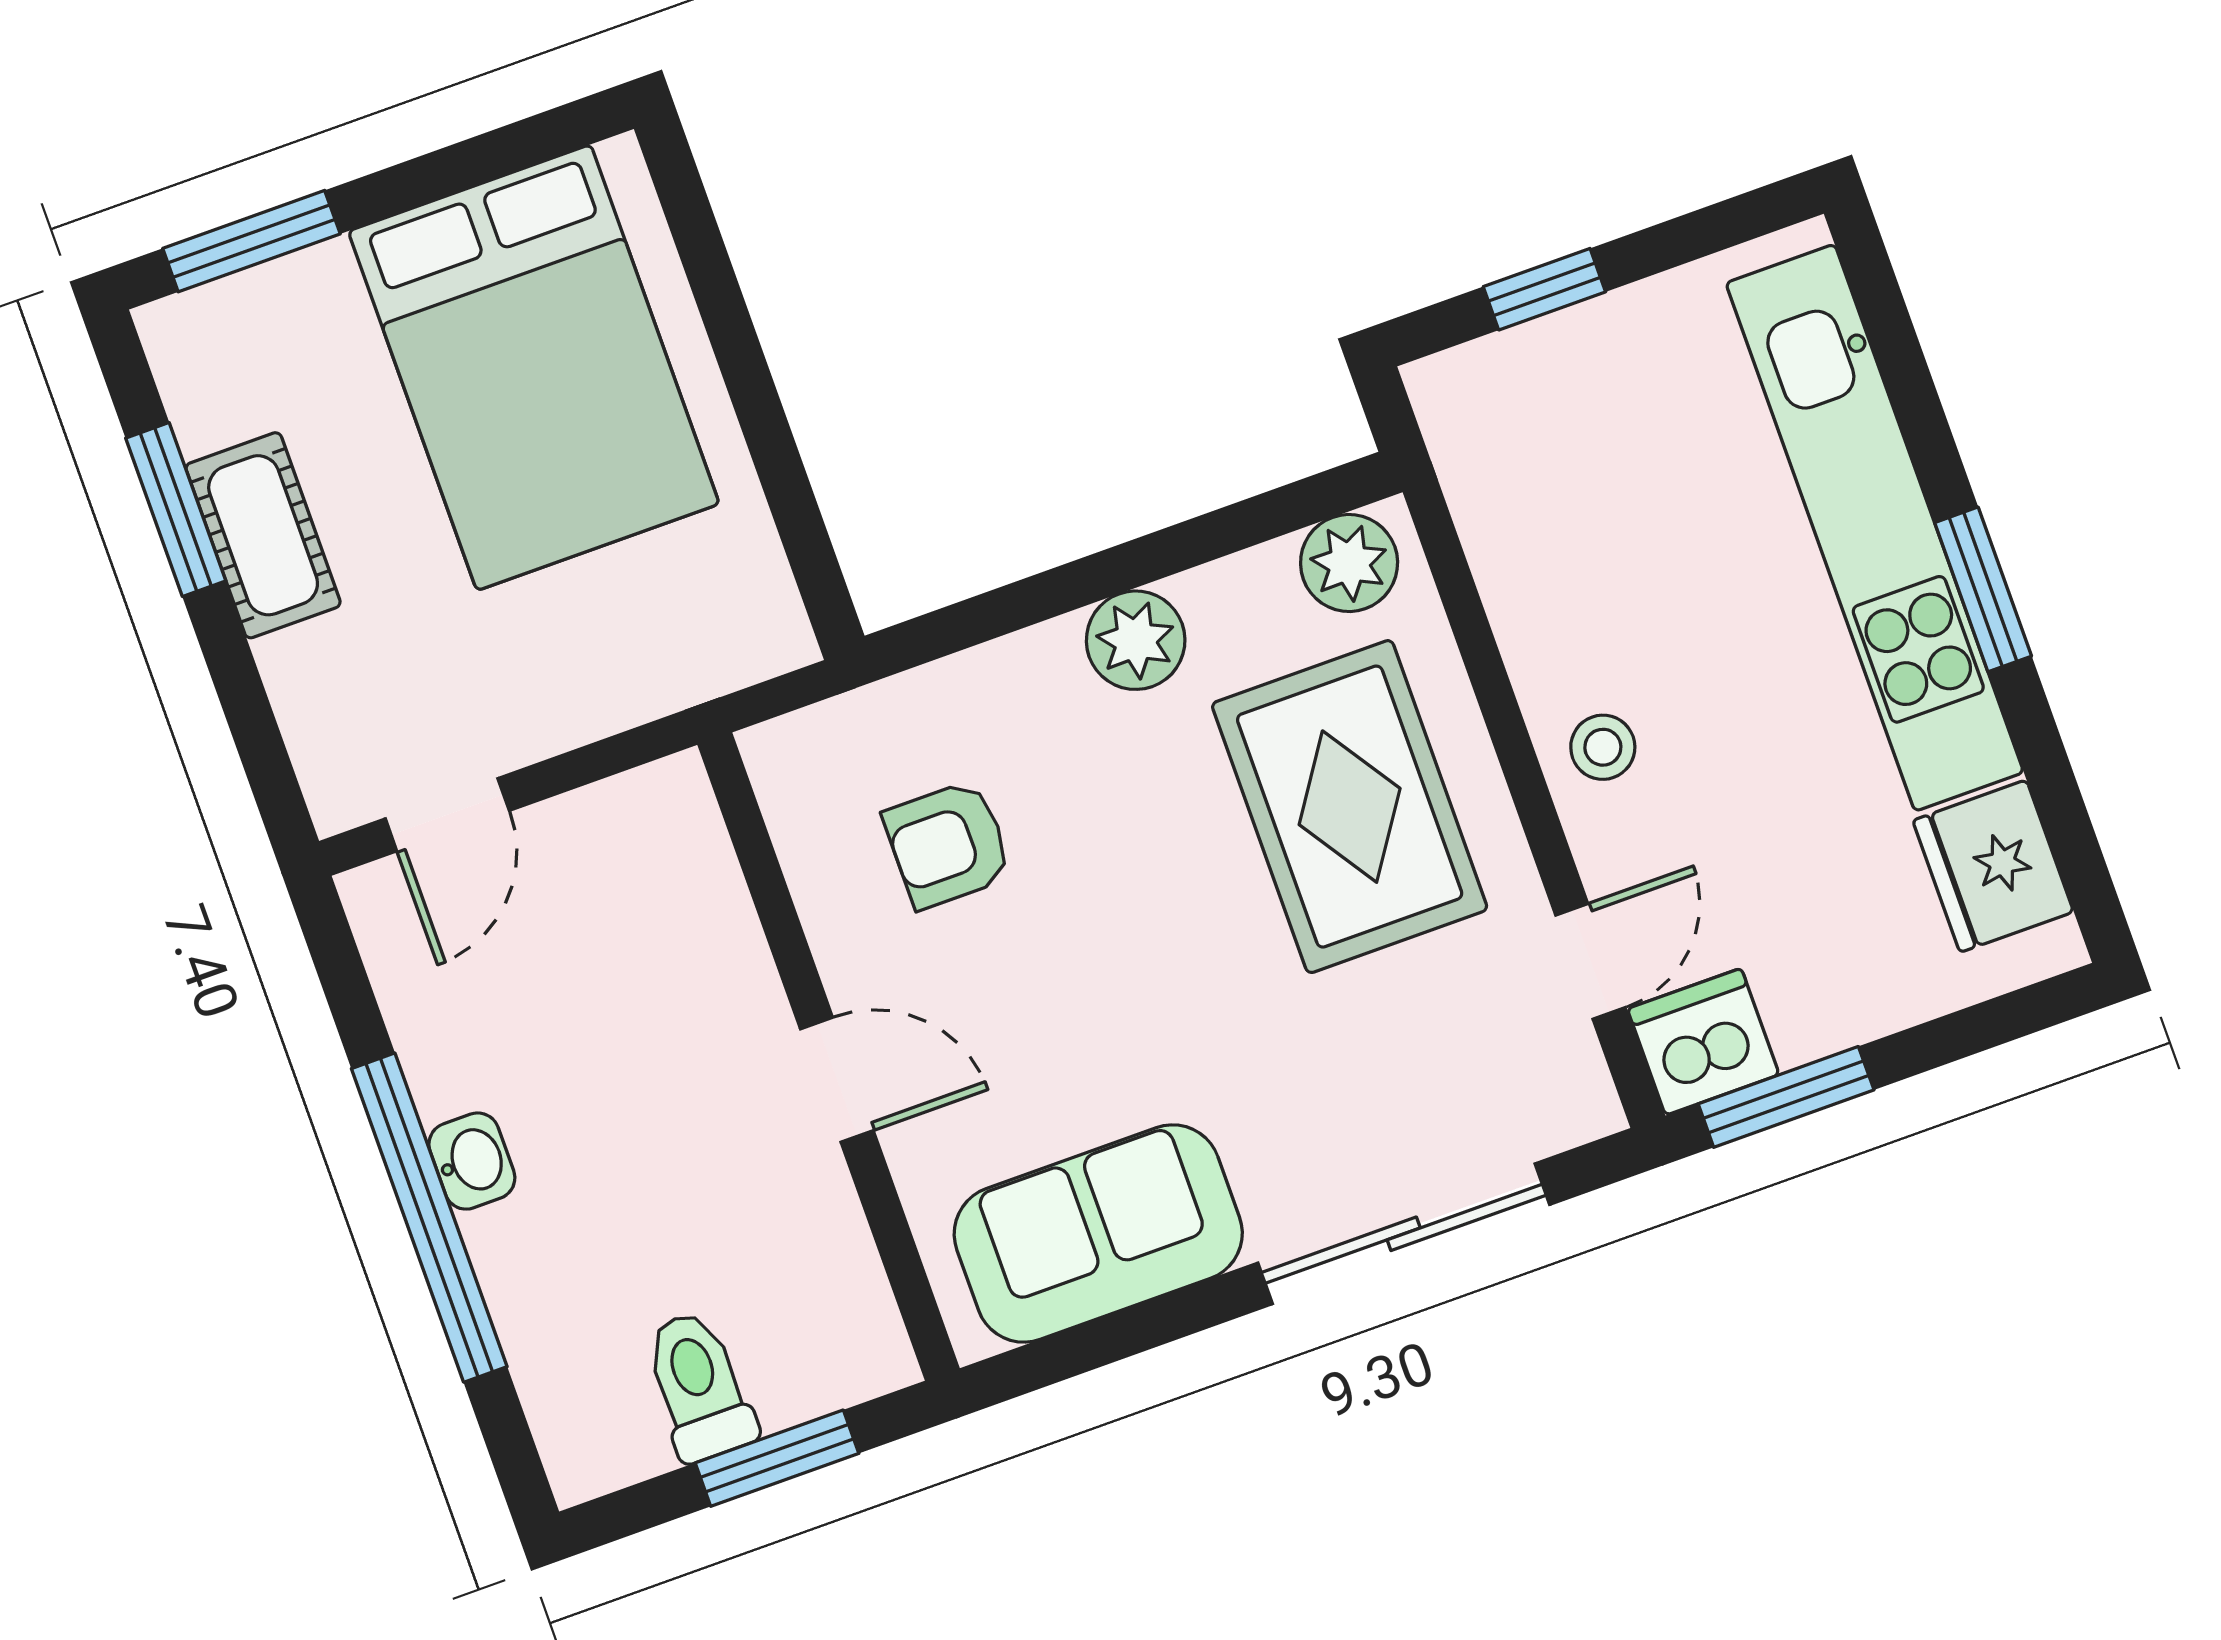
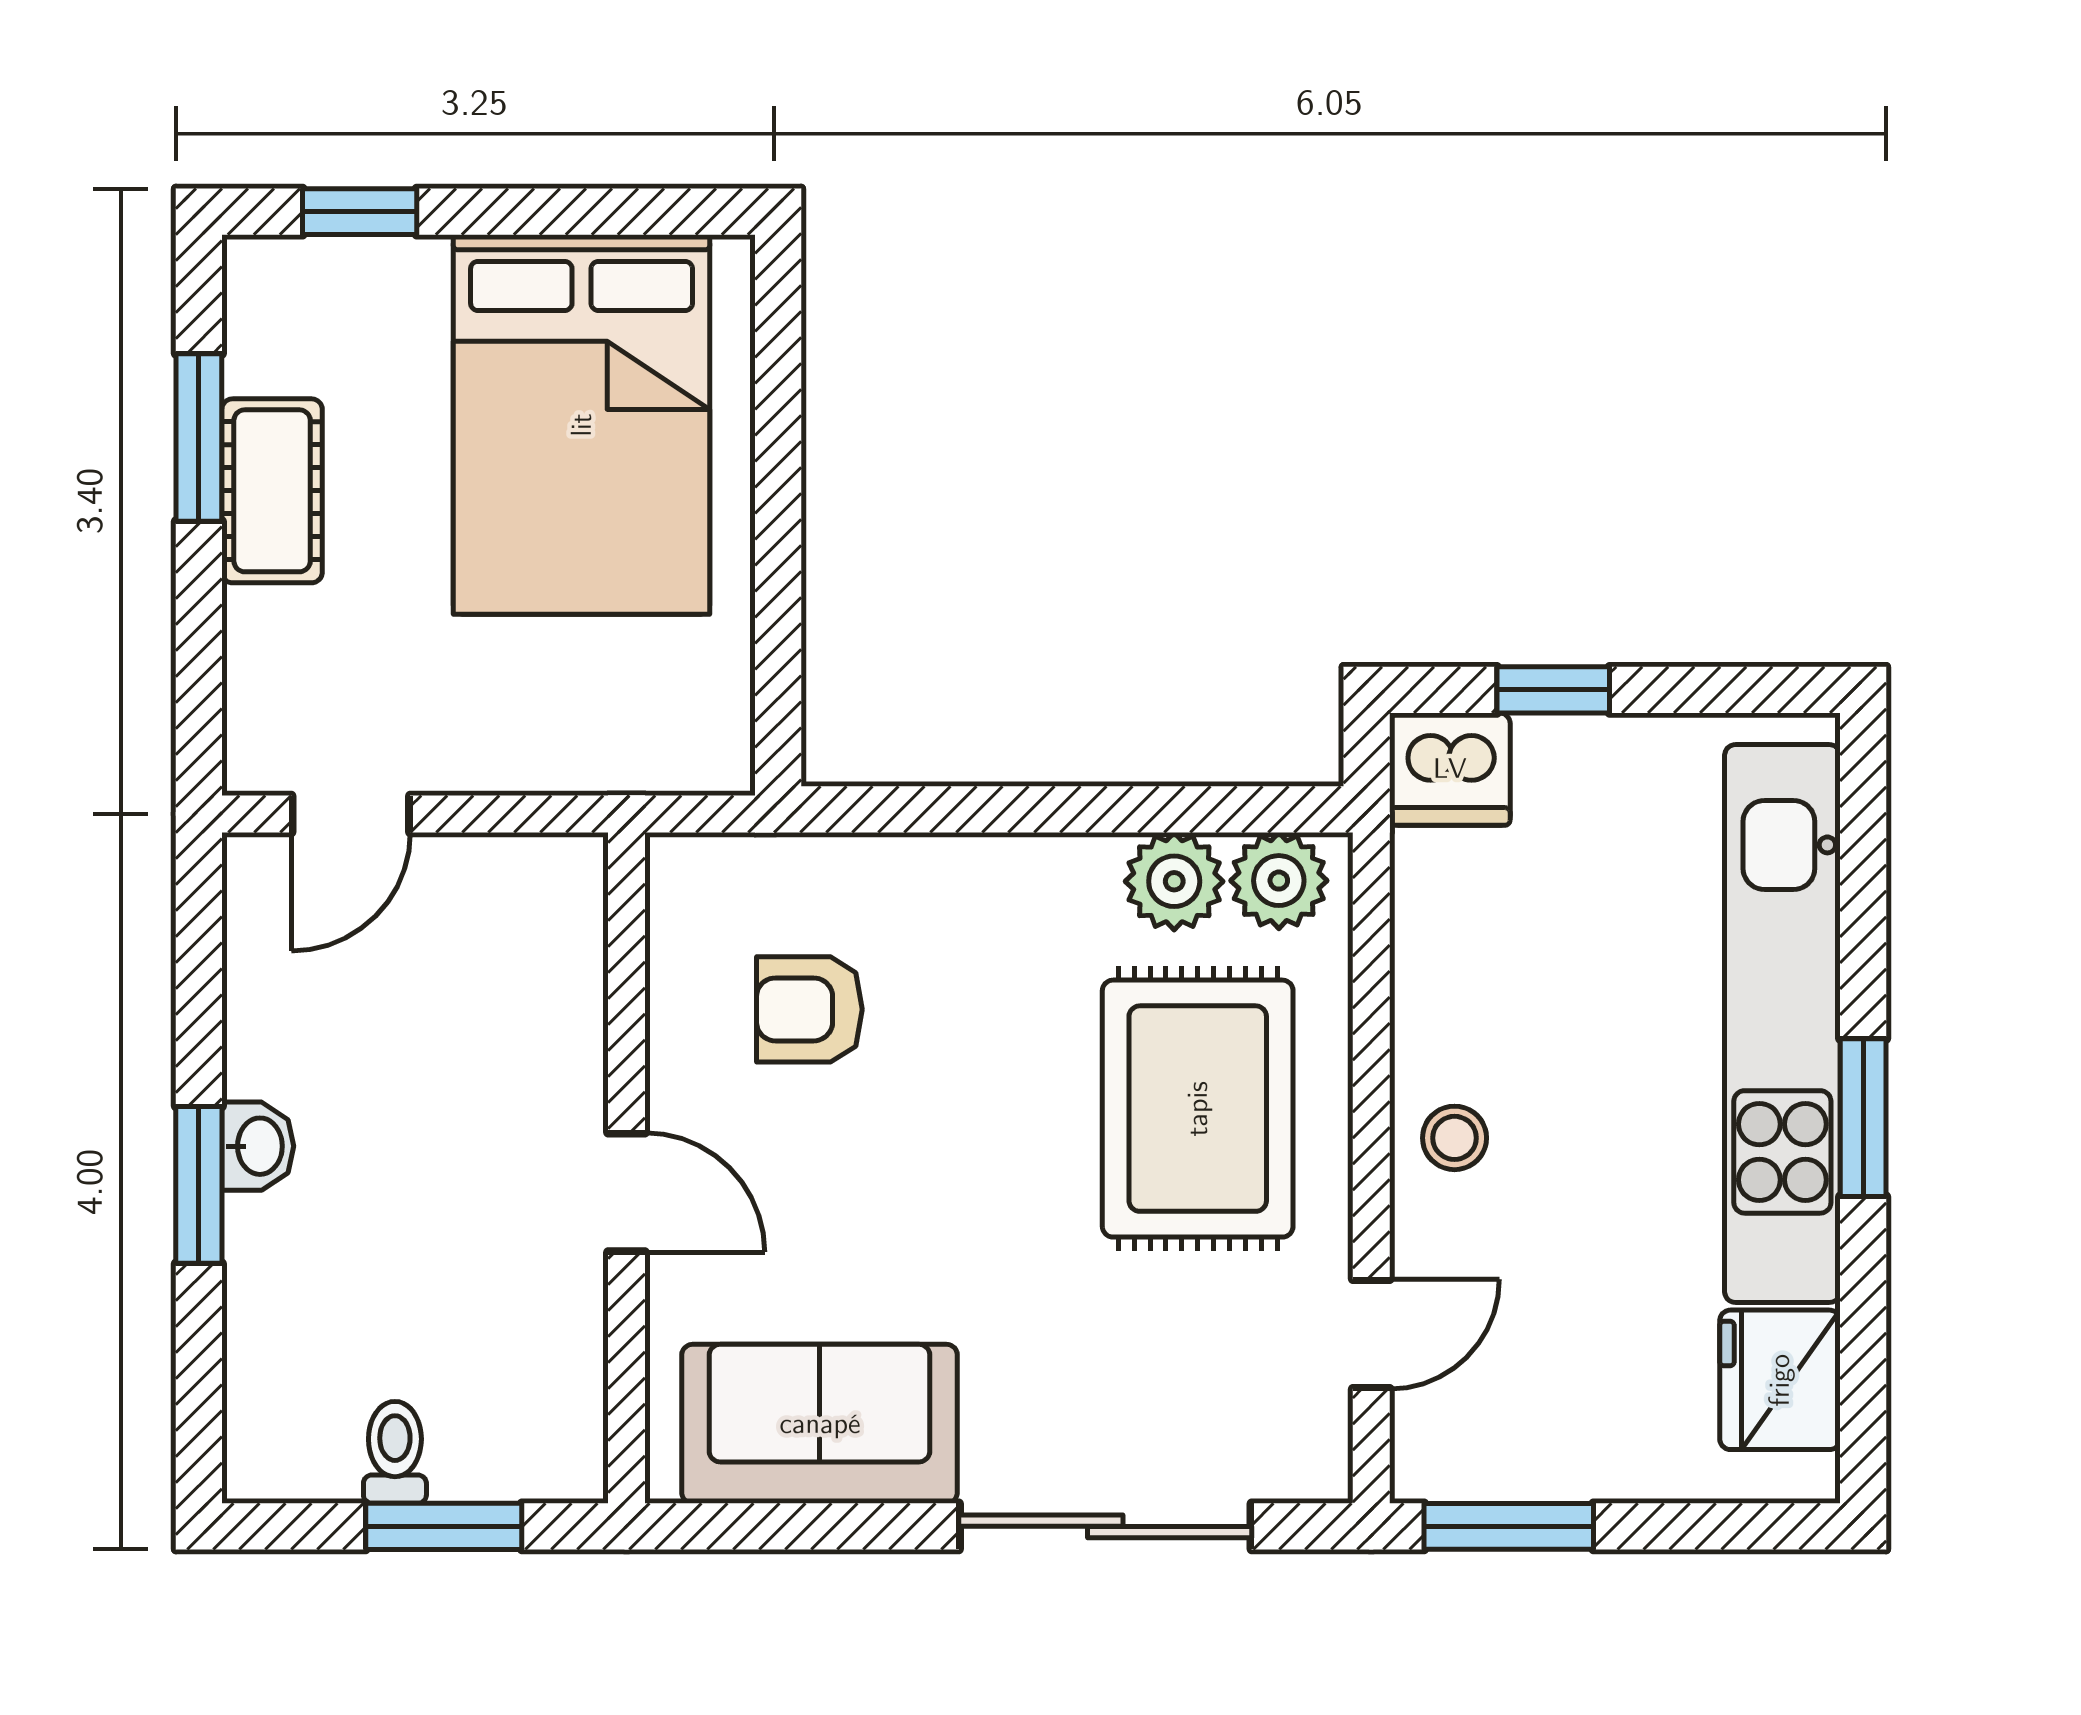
window: (251, 241) -> (360, 212), width x0.67
plant: (1136, 640) -> (1174, 881), moved
dishwasher: (1703, 1042) -> (1450, 769), moved, turned 180
window: (429, 1218) -> (199, 1185), width x0.47
toilet: (699, 1386) -> (395, 1452), width x0.73, depth x0.72

